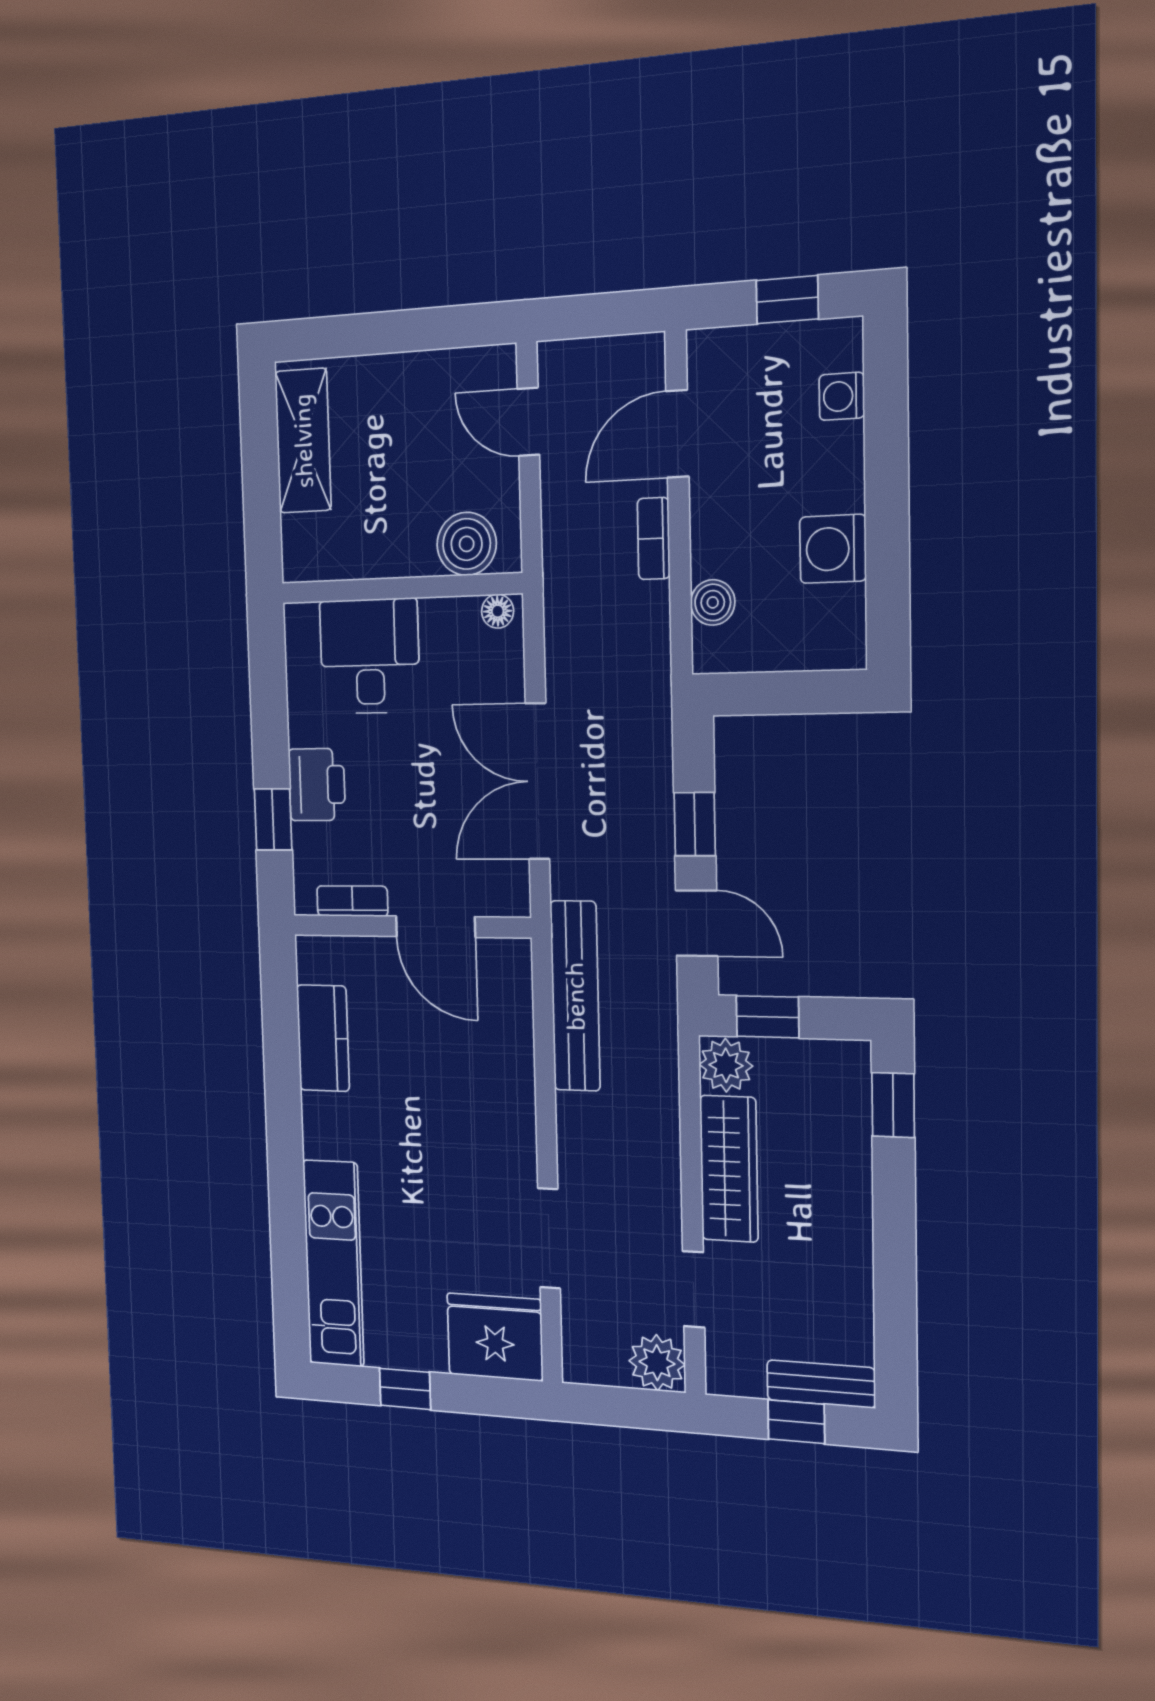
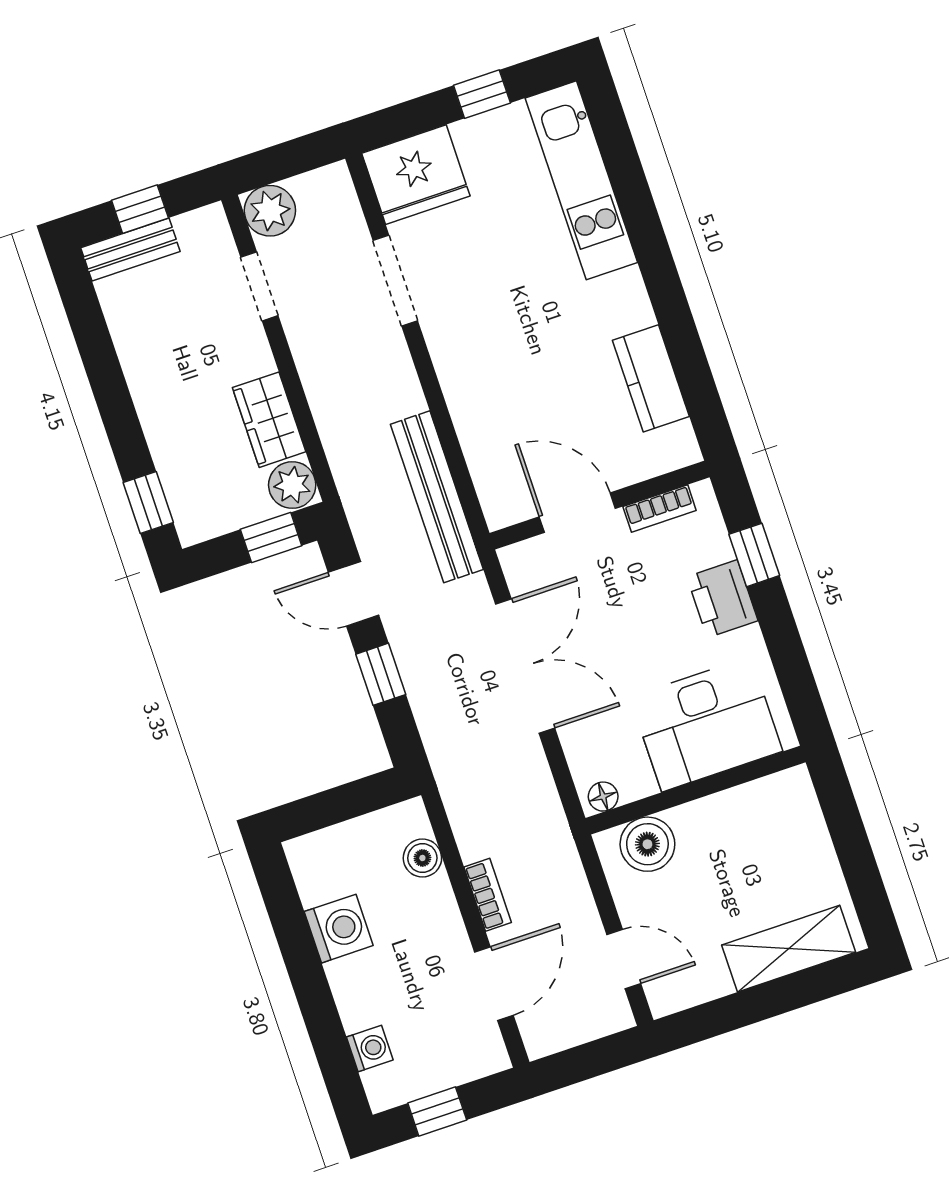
shelving: (303, 441) -> (789, 949), moved, turned 90
desk: (370, 656) -> (706, 724), width x1.37
wardrobe: (729, 1169) -> (269, 420), width x0.67

